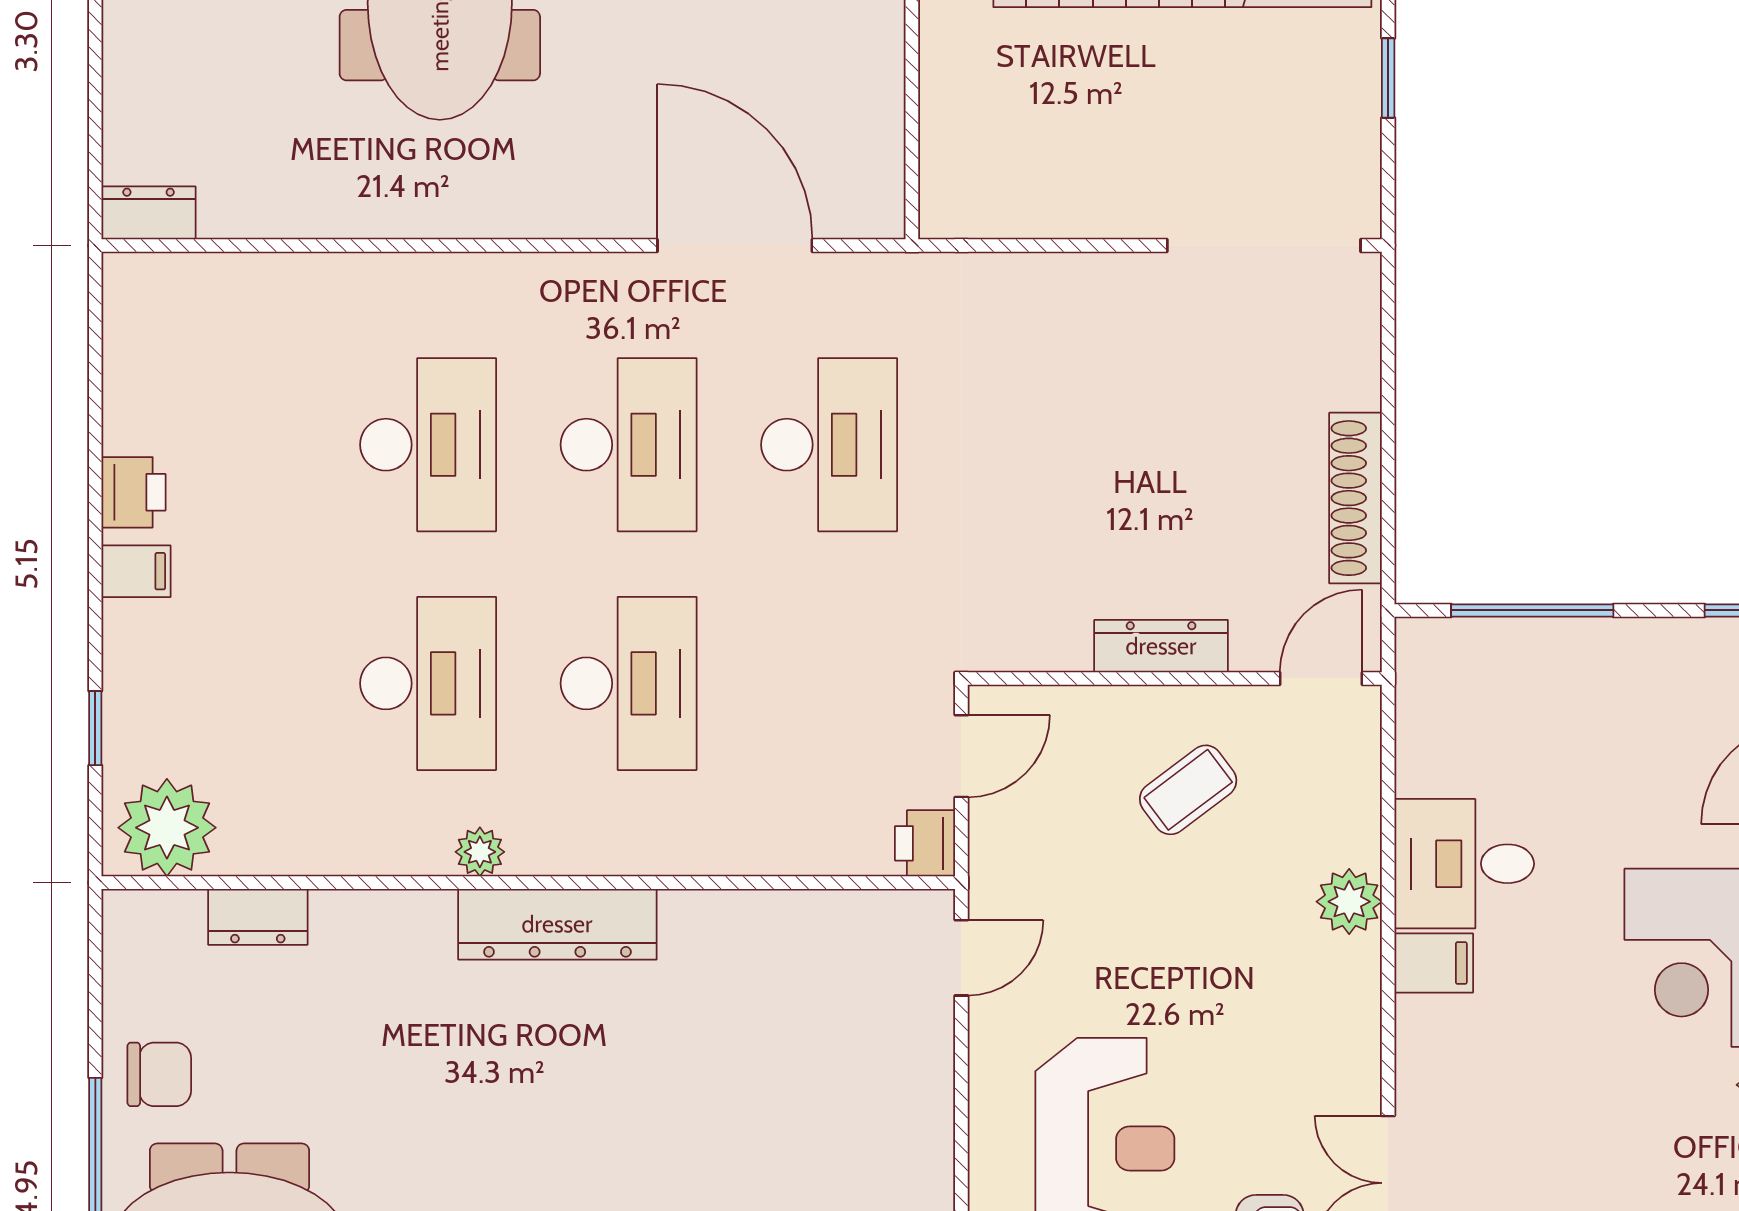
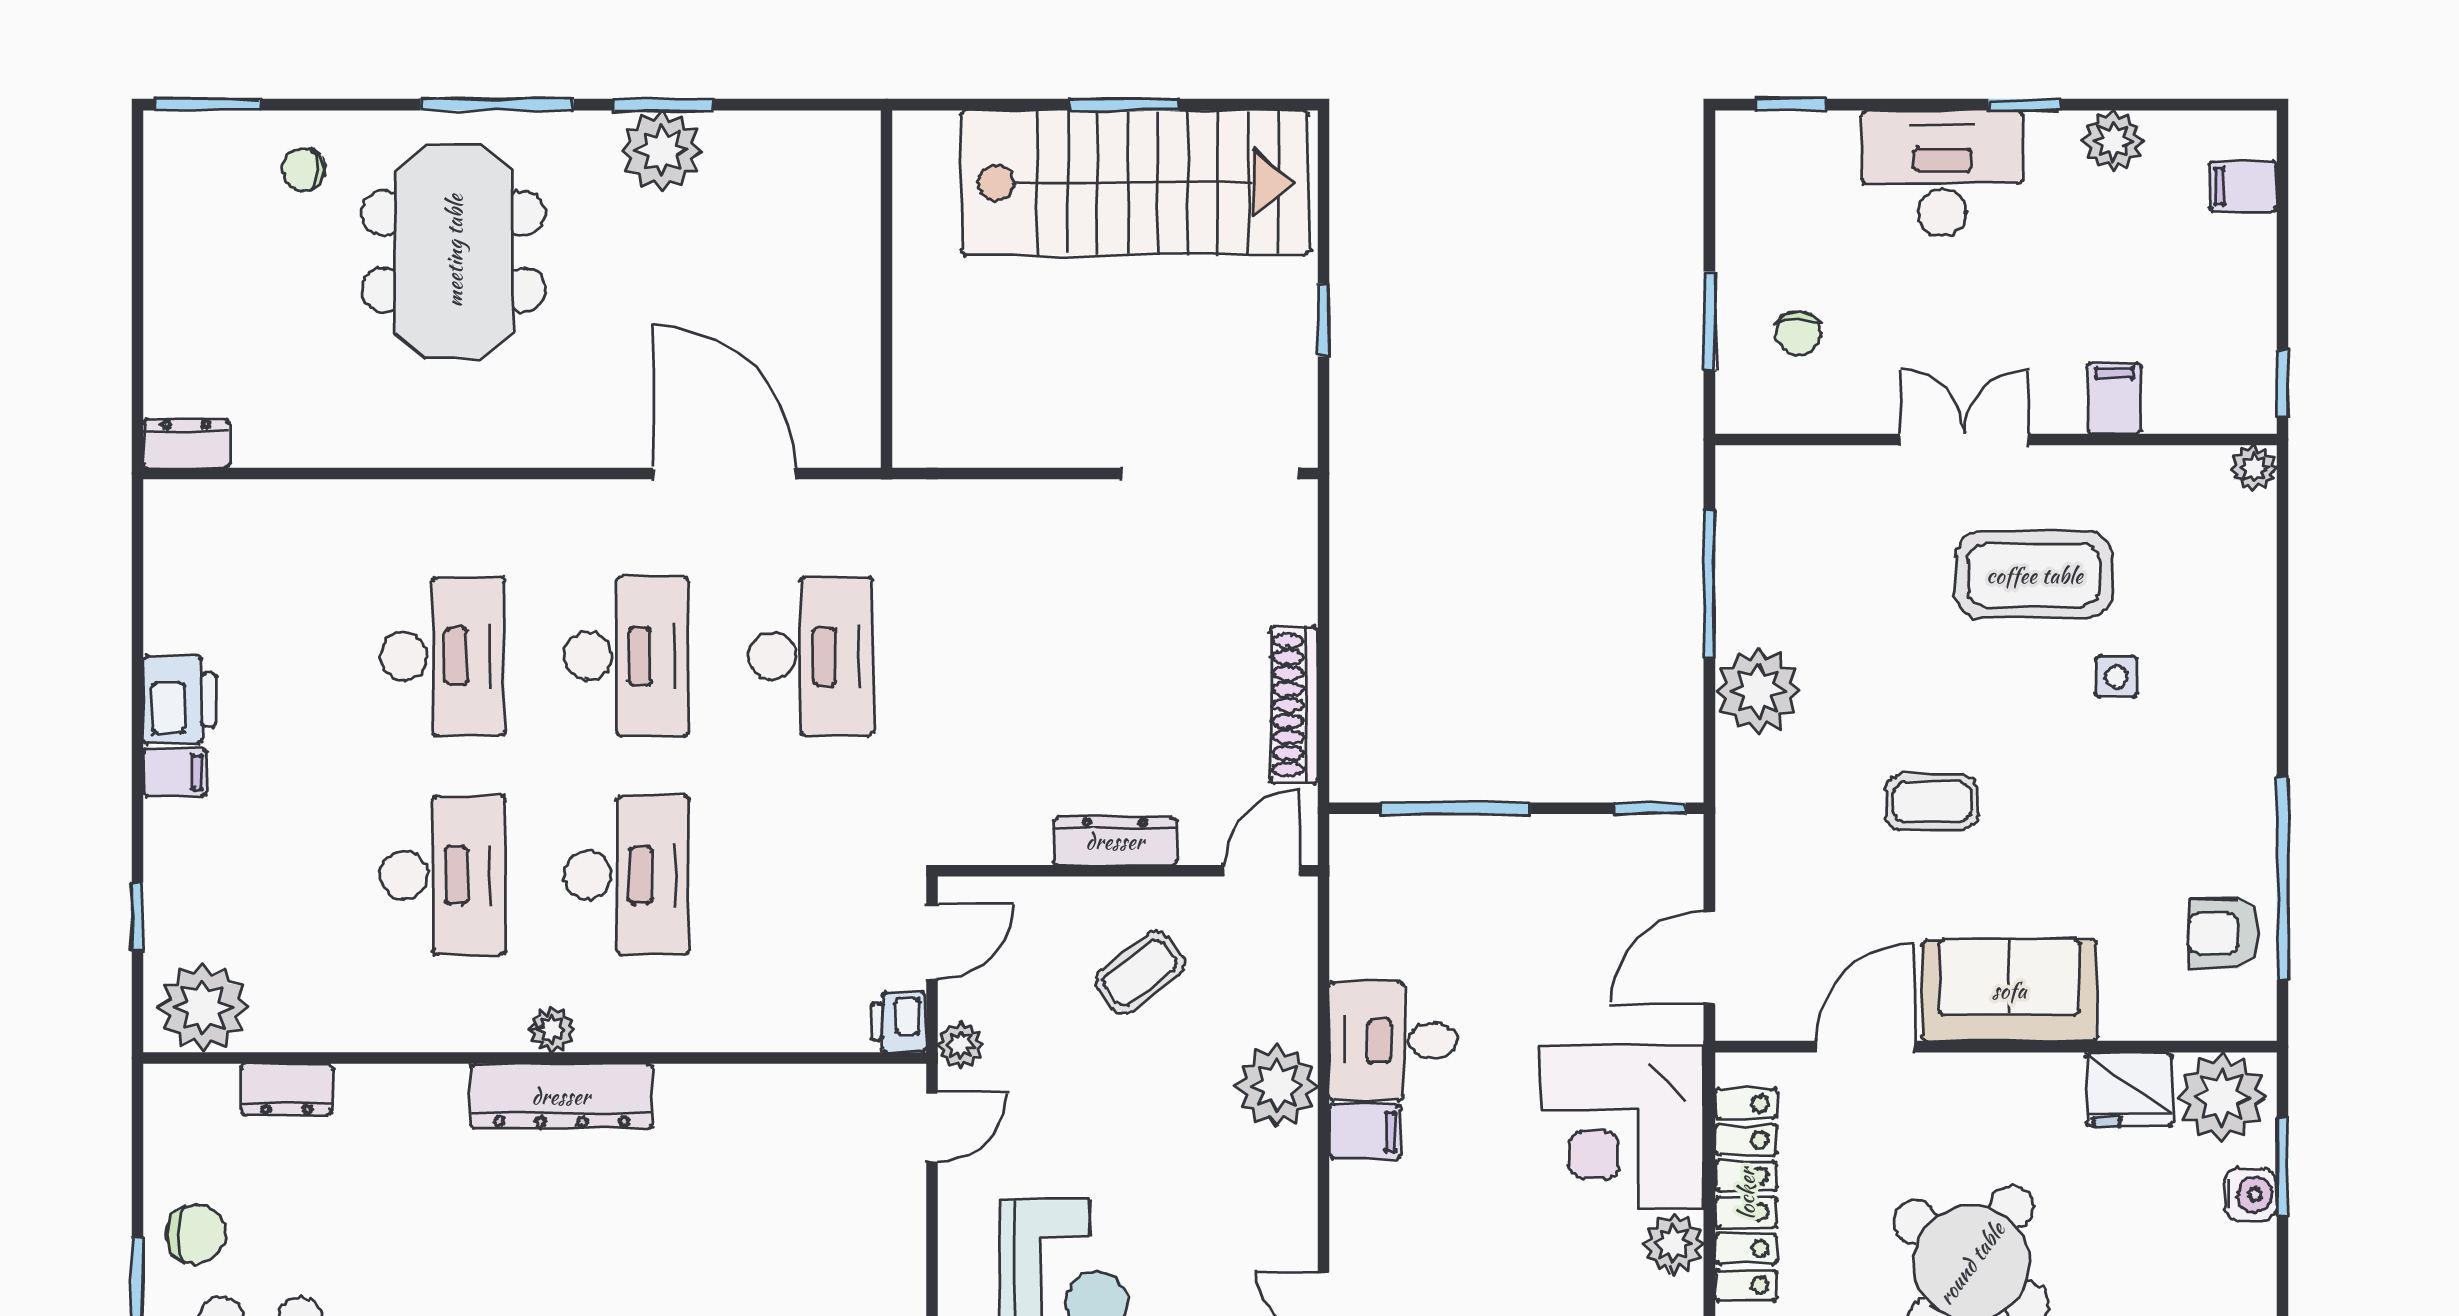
printer: (134, 492) -> (180, 700), width x1.36, depth x1.24
plant: (480, 852) -> (552, 1030), moved
plant: (992, 869) -> (960, 1045), added
plant: (1349, 902) -> (1277, 1086), width x1.36, depth x1.36

